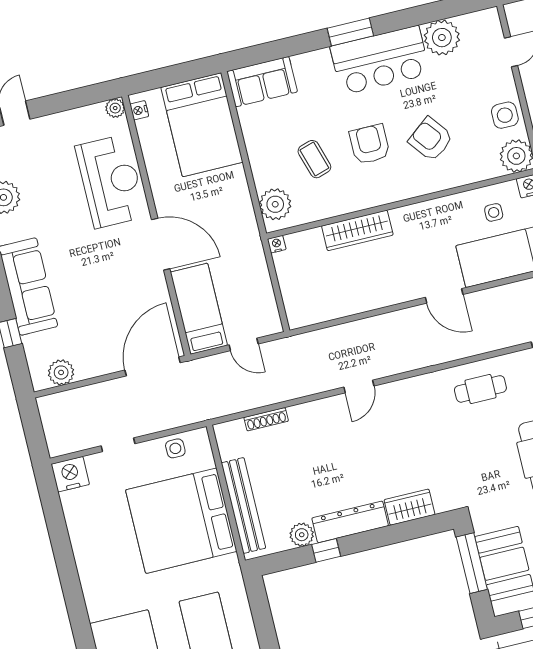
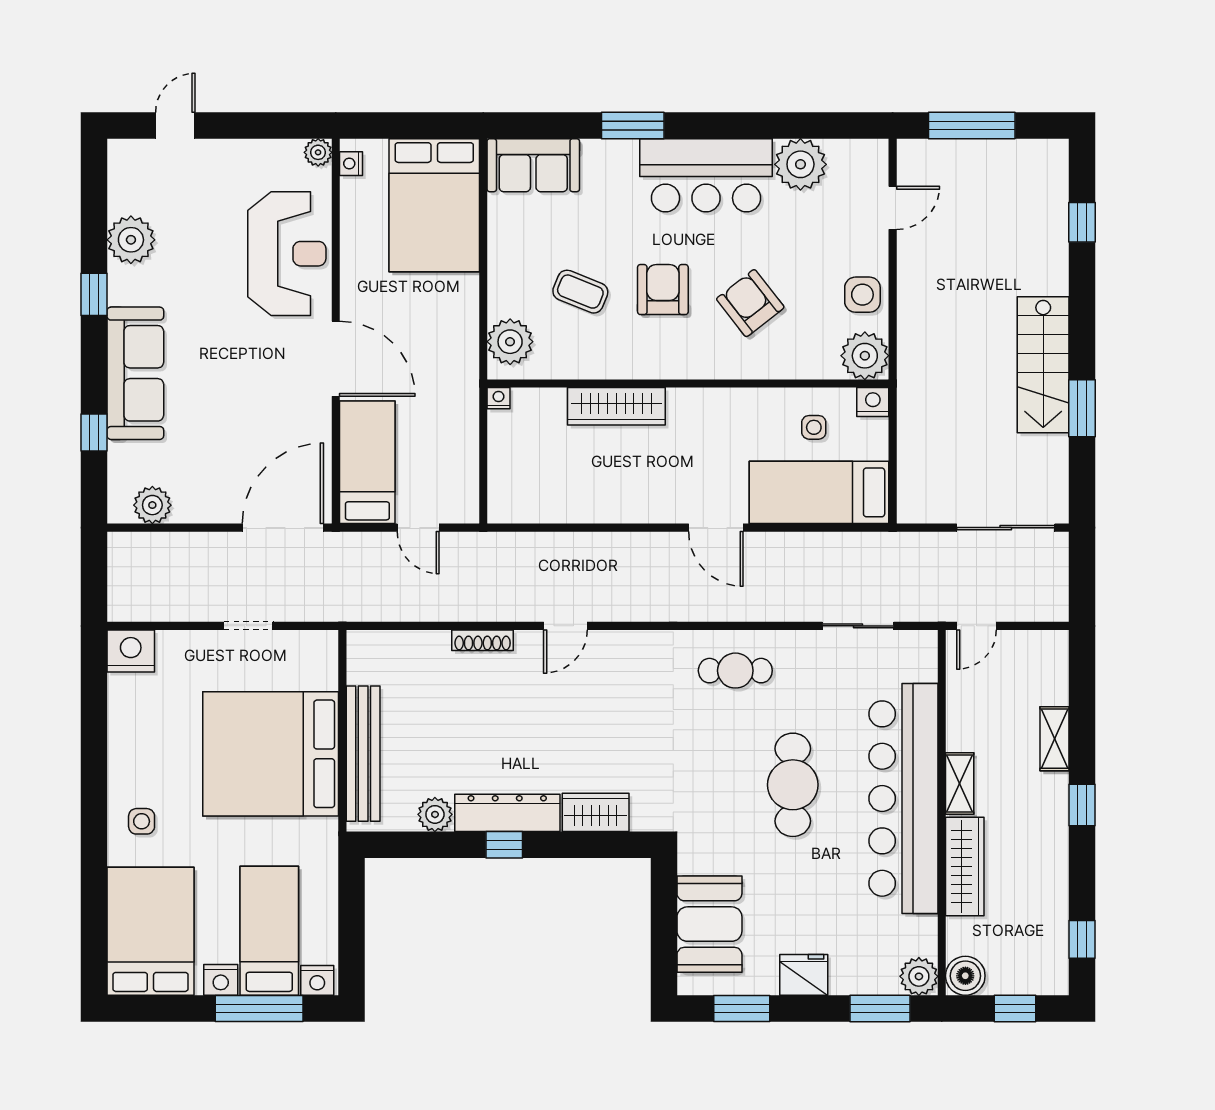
window: (350, 32) -> (633, 125), moved
coffee table: (314, 159) -> (580, 292), turned -51
shoe rack: (266, 419) -> (483, 640), moved
doorway: (118, 445) -> (248, 626), moved
side table: (175, 448) -> (142, 821), moved
window: (326, 550) -> (504, 845), moved
window: (472, 563) -> (664, 912), removed

